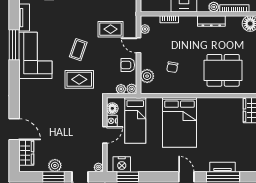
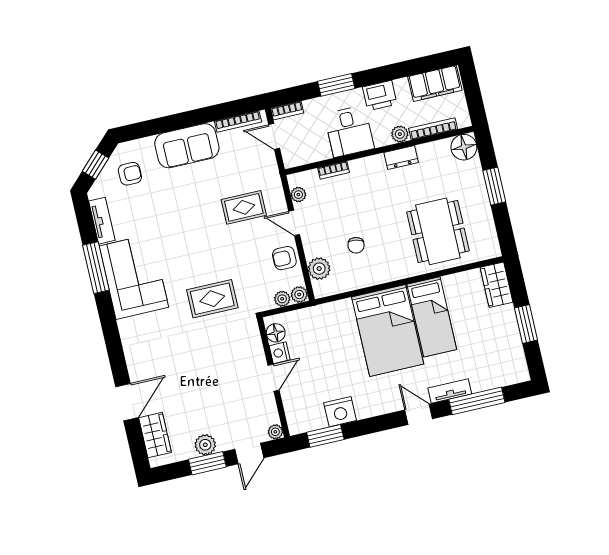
dresser: (211, 21) -> (401, 157), width x0.70
coffee table: (78, 50) -> (200, 252), removed
dining table: (223, 70) -> (438, 231), turned 90
bed: (135, 120) -> (432, 317), moved
door: (14, 129) -> (127, 402), hinge flipped
nightstand: (122, 164) -> (340, 412), moved
tv unit: (223, 167) -> (450, 391), moved

